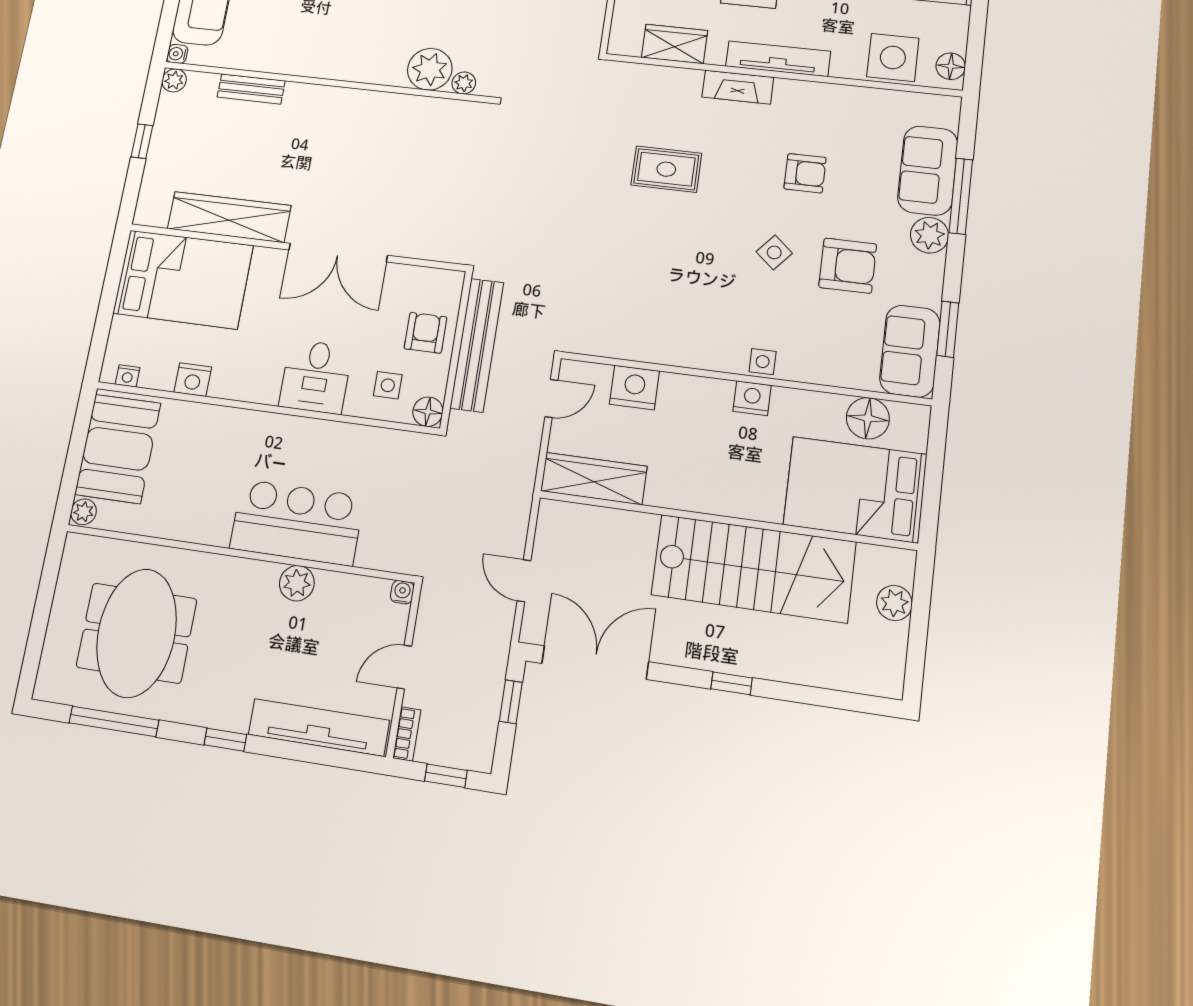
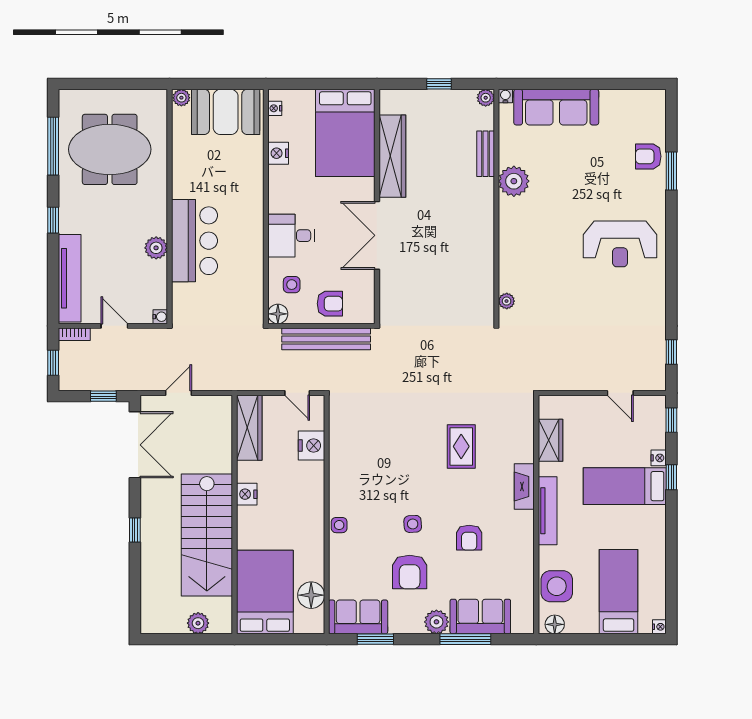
plant: (430, 69) -> (514, 181), moved
side table: (774, 252) -> (413, 524), turned 45
nightstand: (752, 398) -> (247, 494), moved, turned 180

